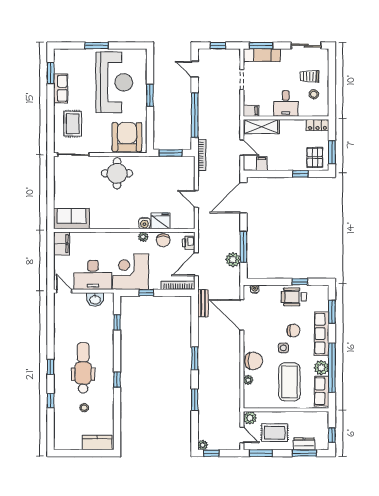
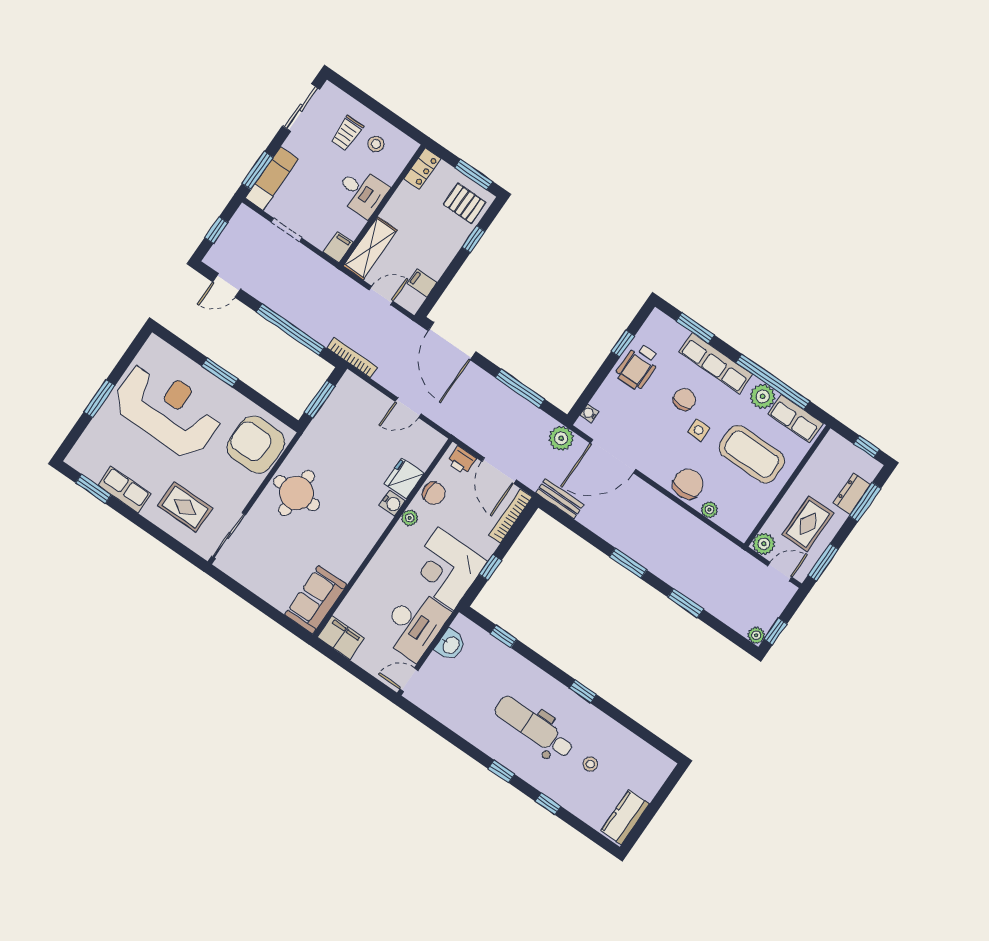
plant: (233, 260) -> (561, 438), moved
kitchen counter: (97, 443) -> (625, 817), moved

